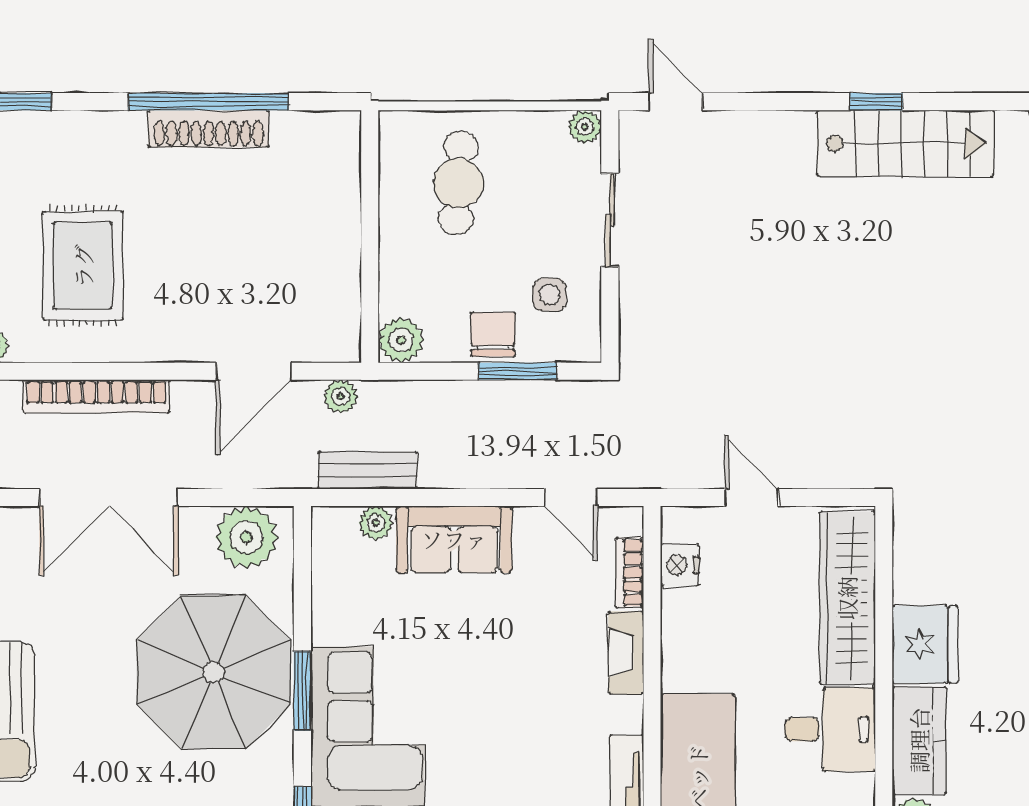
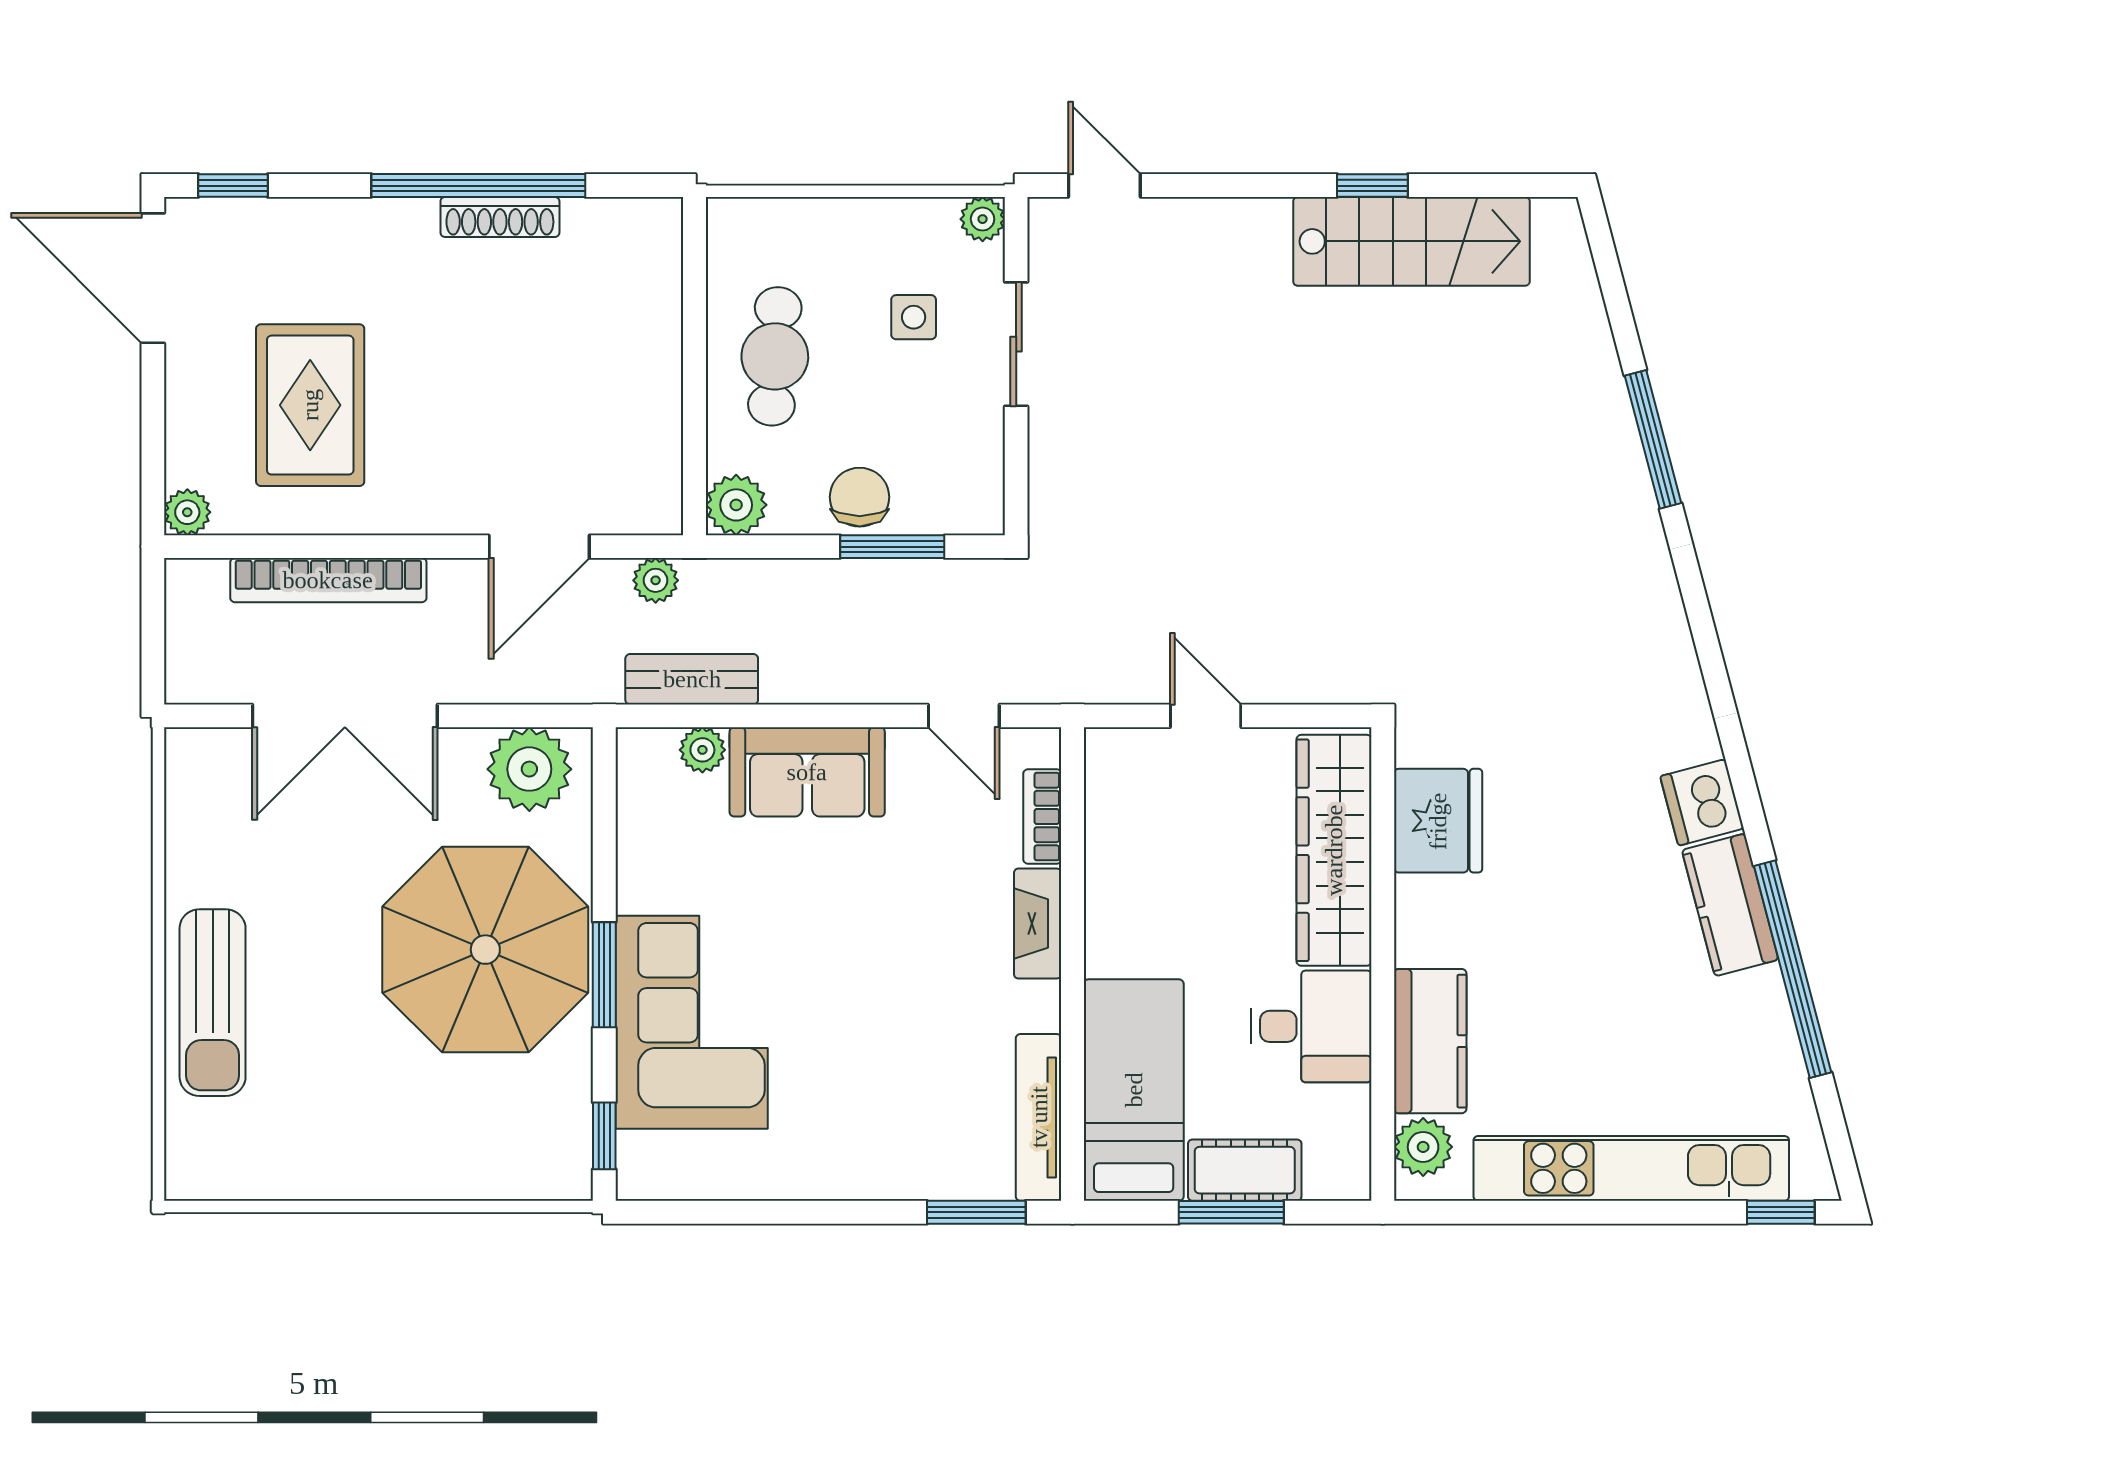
shoe rack: (209, 129) -> (500, 217), width x0.74, depth x0.81
cafe table: (458, 183) -> (775, 356), moved
side table: (550, 295) -> (914, 317), moved
nightstand: (680, 565) -> (1109, 806), removed
fridge: (925, 644) -> (1438, 821), moved

